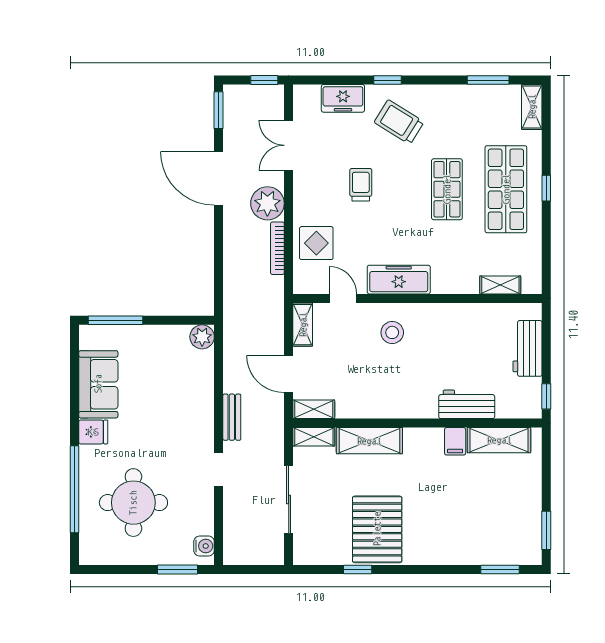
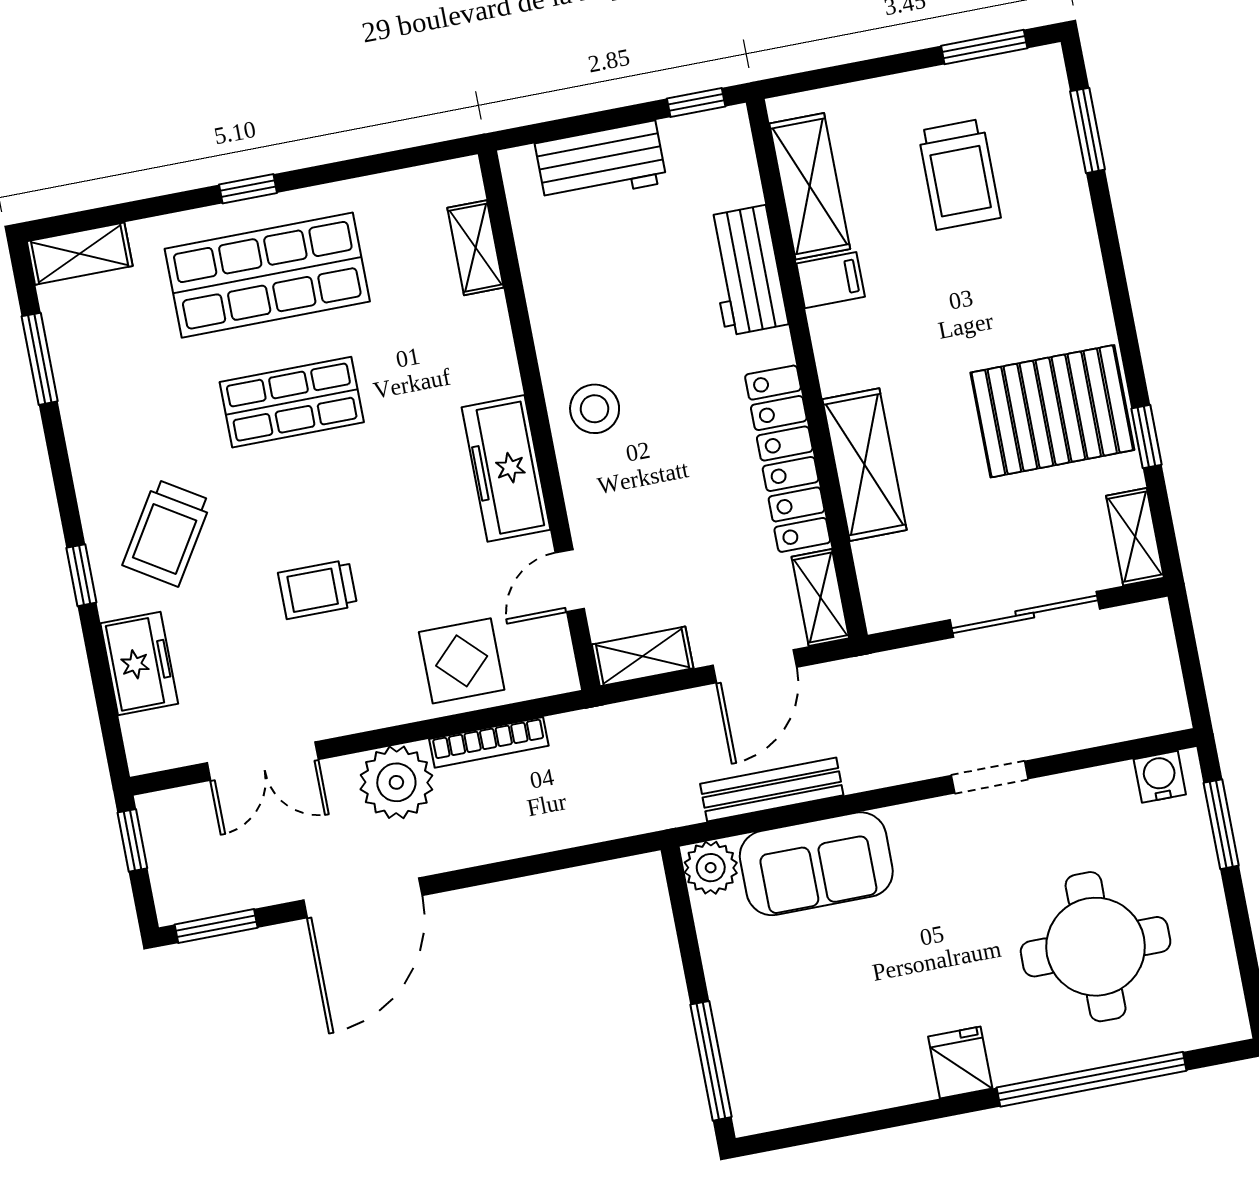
stool: (392, 332) -> (595, 409), moved
sofa: (98, 384) -> (816, 864), moved, turned 180
locker: (379, 407) -> (788, 459), added
bench: (232, 417) -> (772, 790), moved, width x1.36
shelving: (314, 437) -> (1135, 537), moved
trolley: (491, 508) -> (959, 174), added

